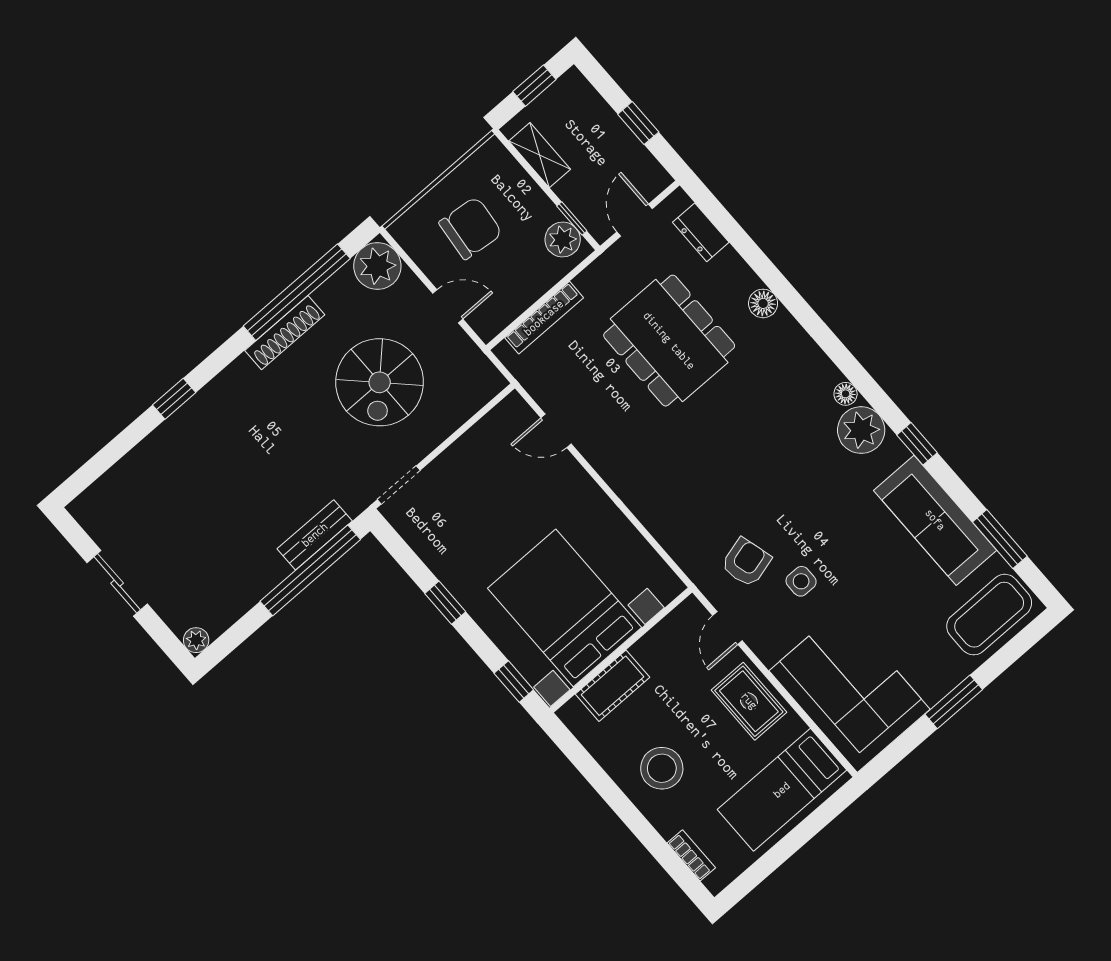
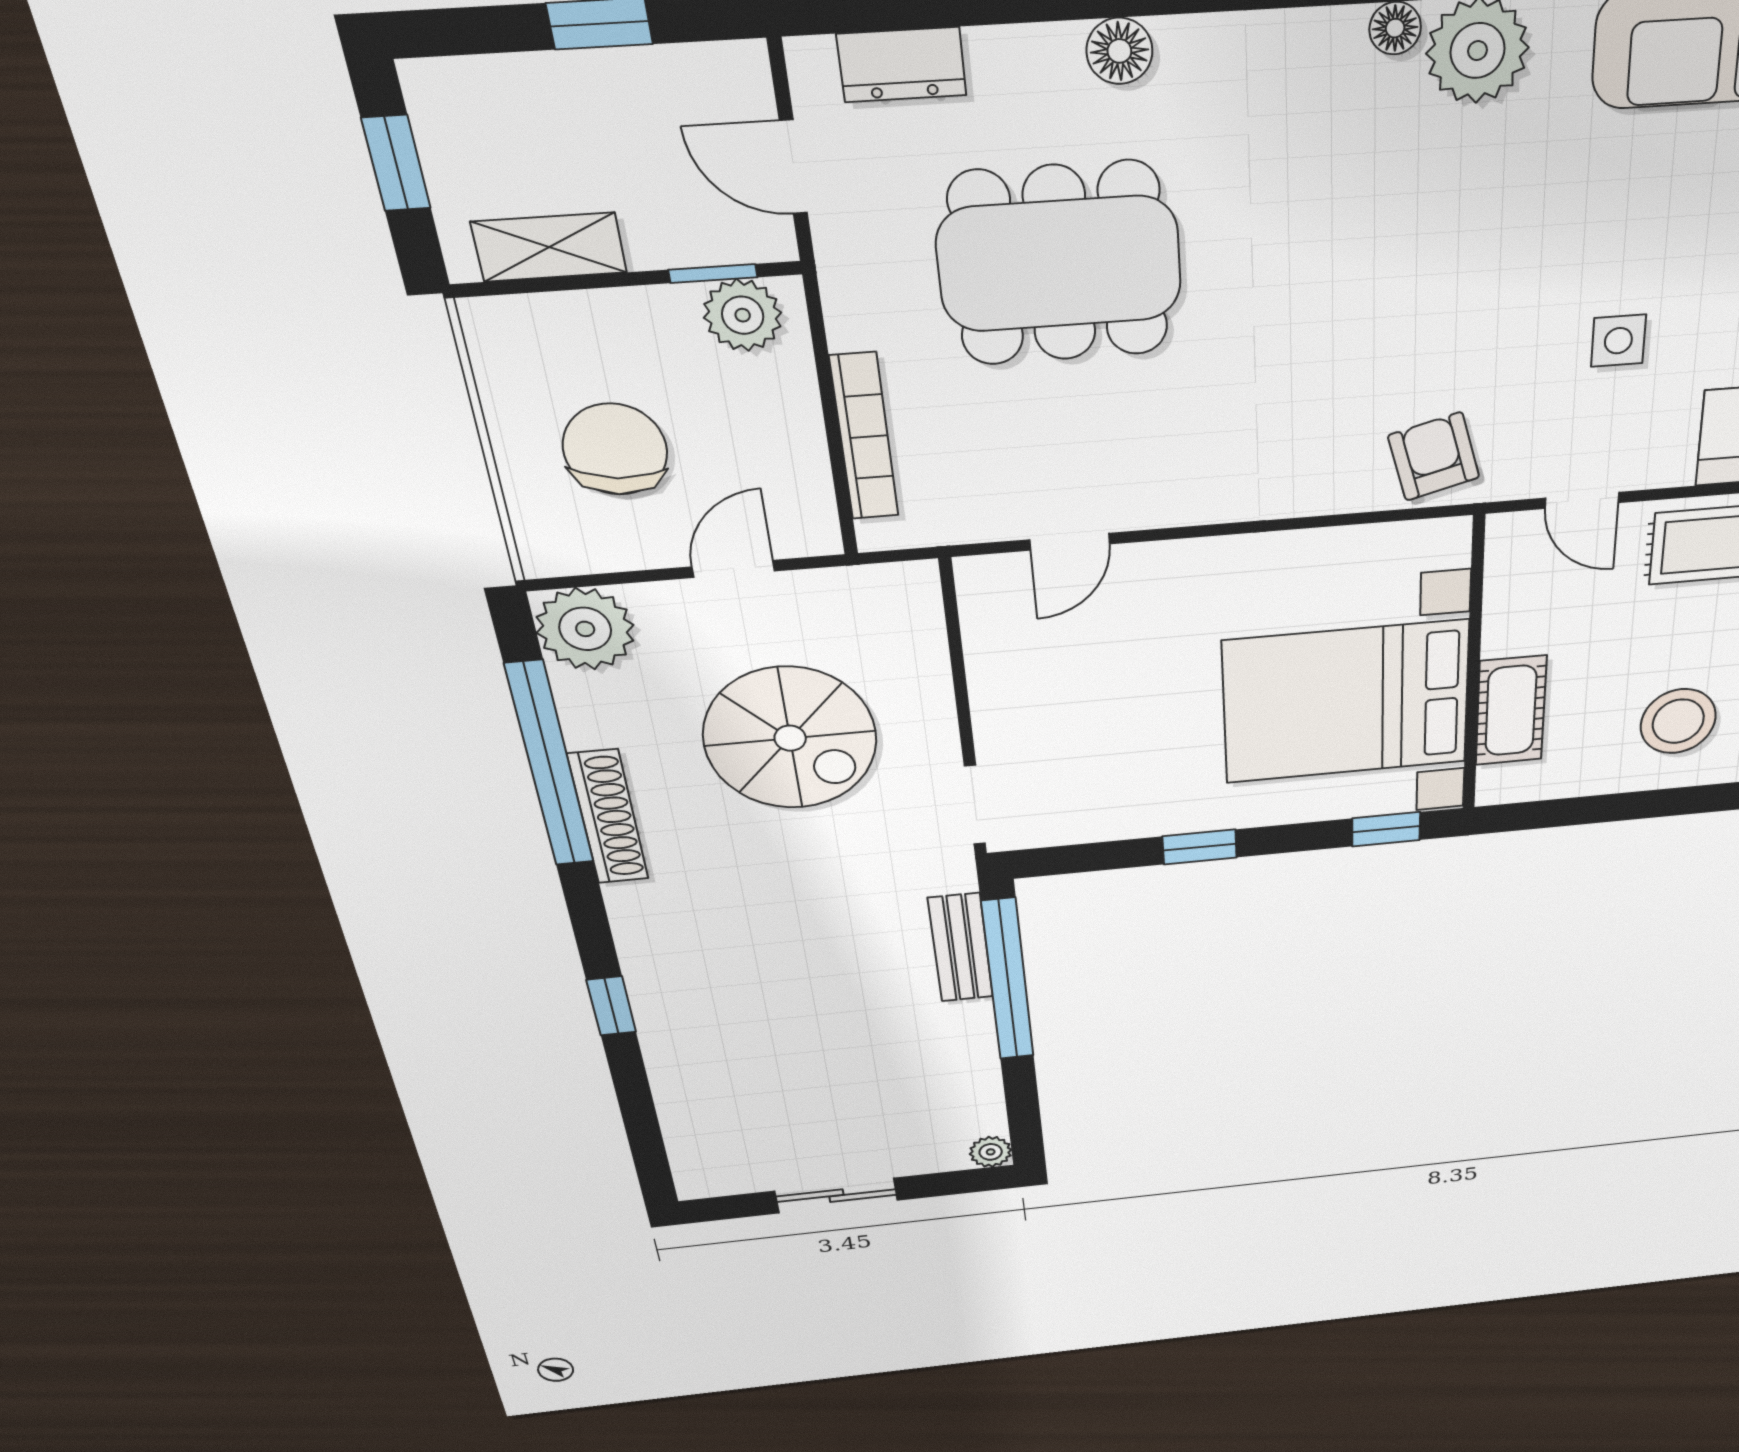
armchair: (746, 562) -> (1434, 457), moved

